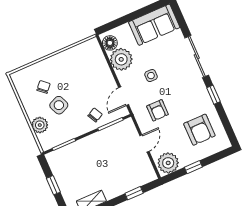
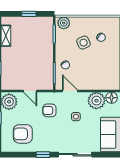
plant: (40, 125) -> (64, 23), moved

